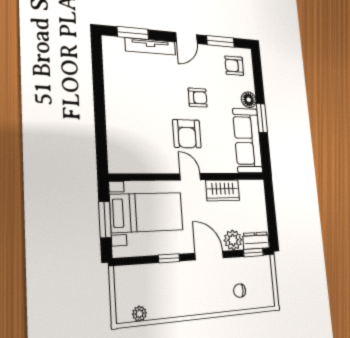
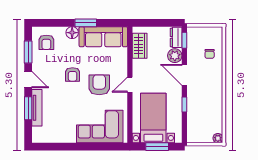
window: (133, 33) -> (28, 108), moved
armchair: (198, 98) -> (73, 74), turned 180
corner sofa: (130, 133) -> (100, 126), added
armchair: (187, 134) -> (99, 85), turned -90
wardrobe: (223, 190) -> (140, 46), moved
door: (209, 256) -> (184, 75), hinge flipped
plant: (139, 314) -> (218, 138), moved

